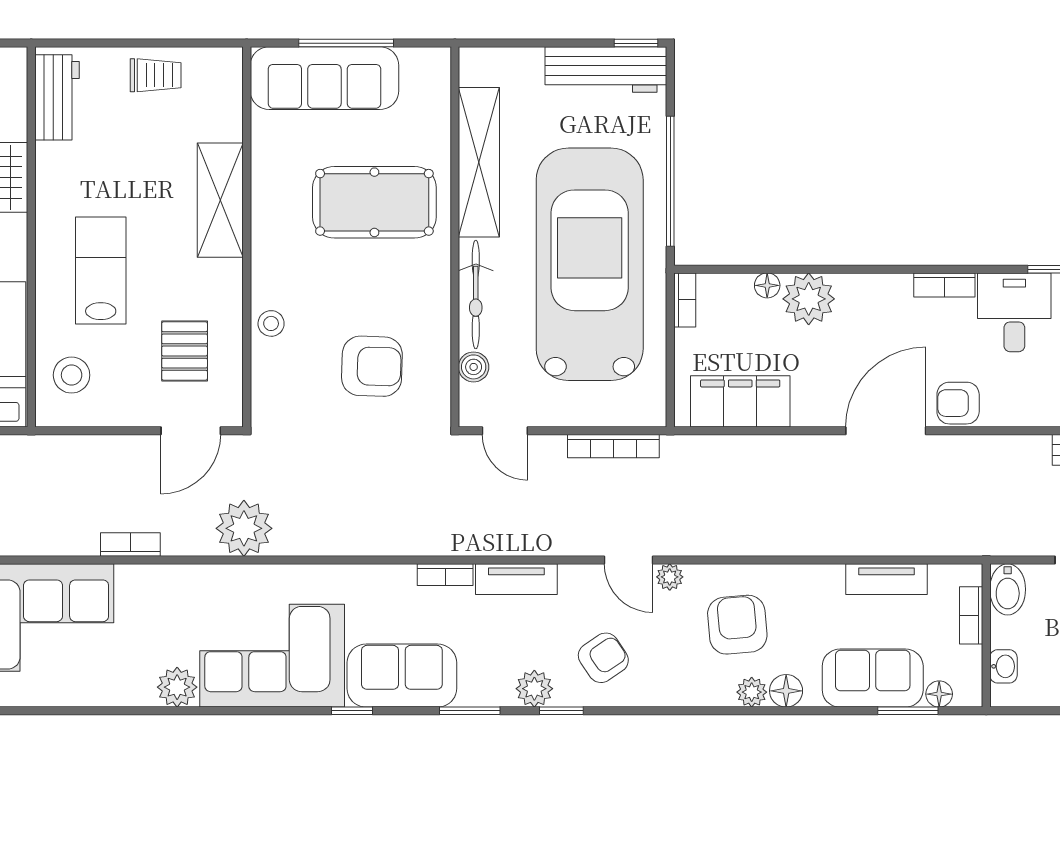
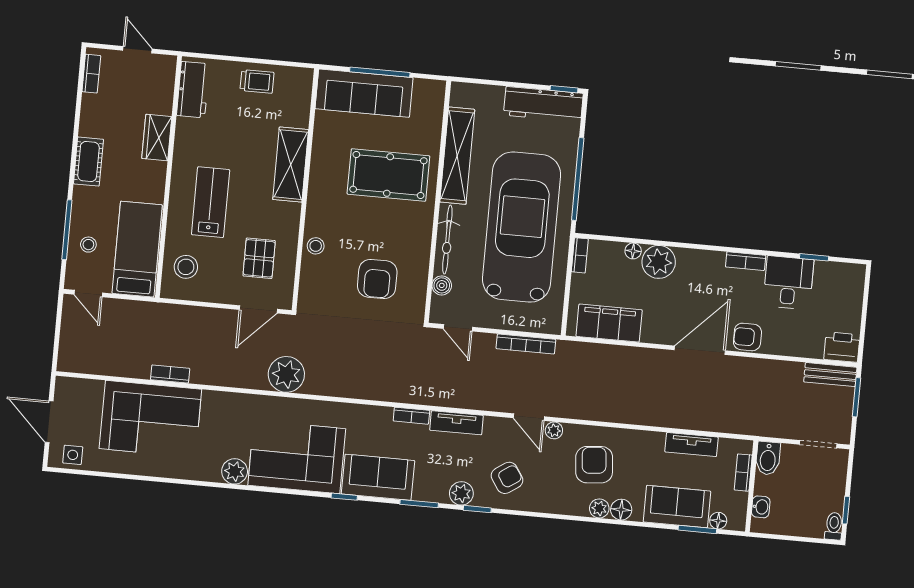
armchair: (372, 366) -> (377, 279), turned 88
bookcase: (130, 545) -> (170, 374), moved

